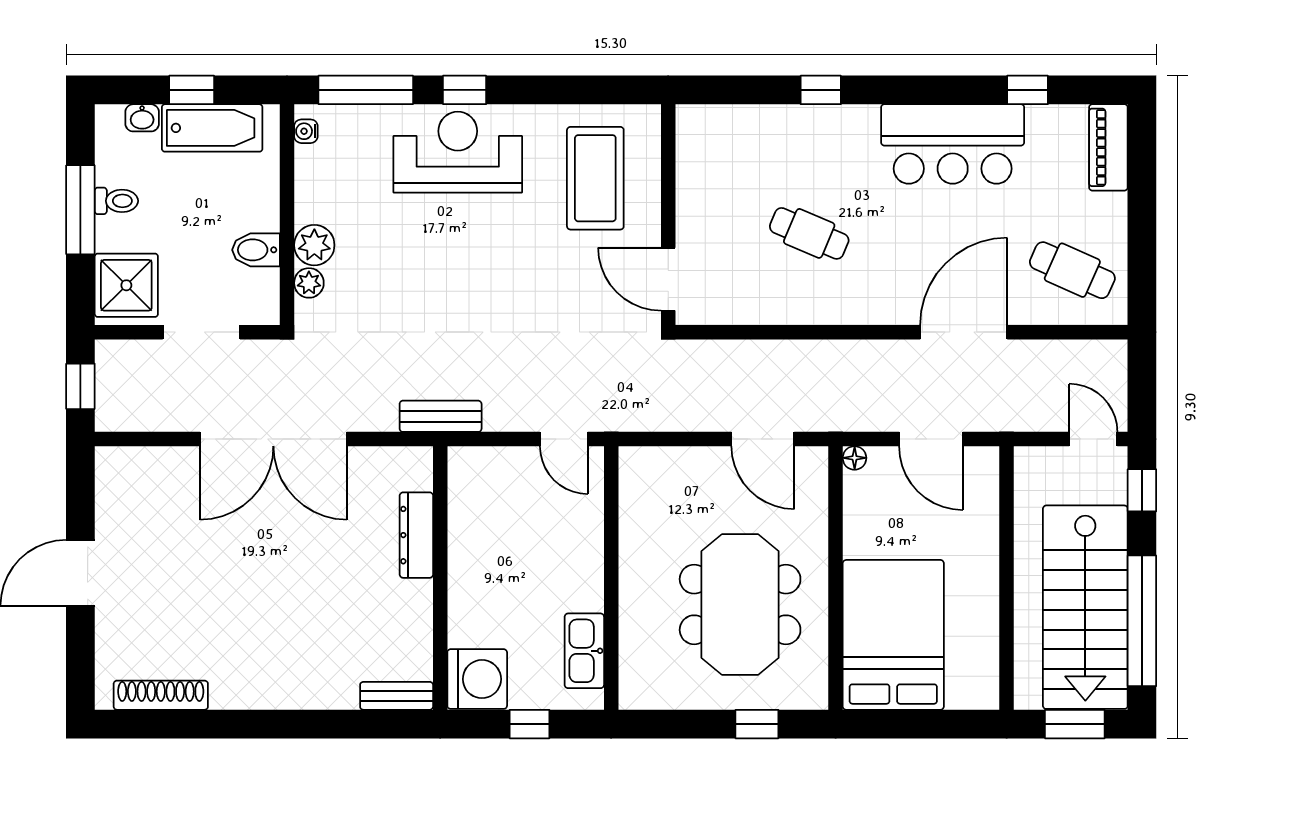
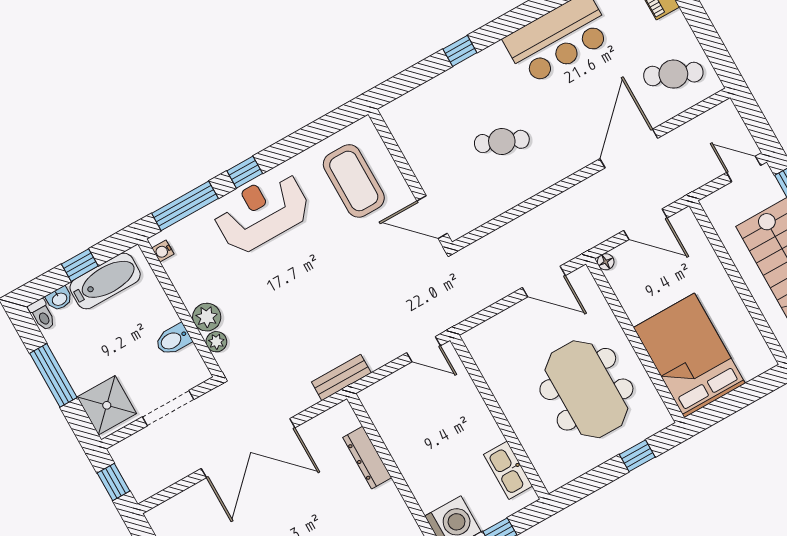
toilet: (116, 201) -> (42, 315), moved, turned 90

